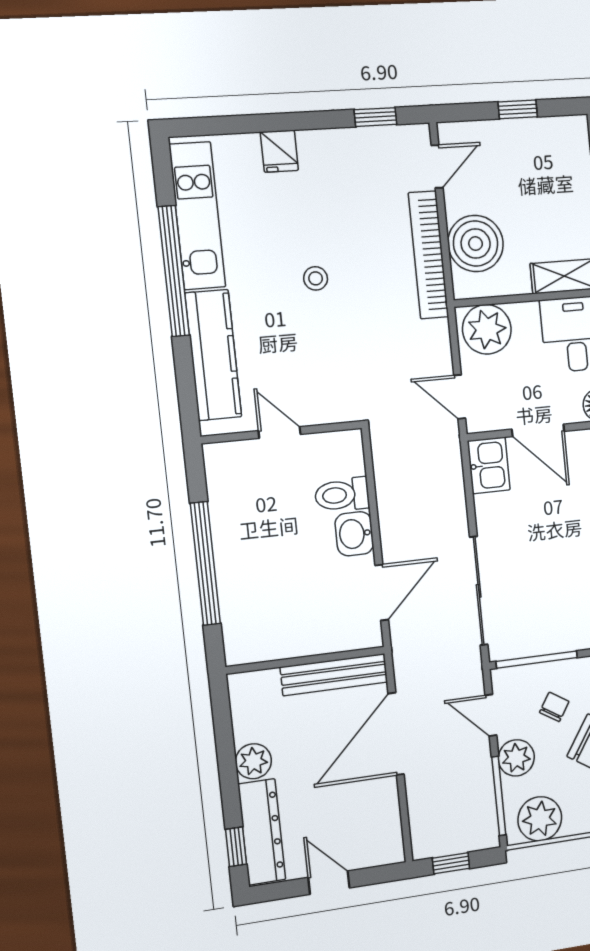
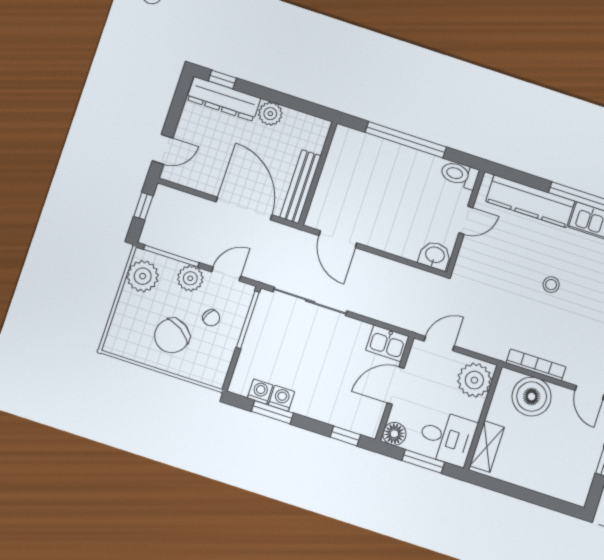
bookcase: (428, 255) -> (536, 365), width x0.68, depth x0.76
toilet: (342, 495) -> (459, 175), moved, turned -90
washbasin: (354, 534) -> (435, 255), moved
door: (329, 883) -> (162, 149), moved

